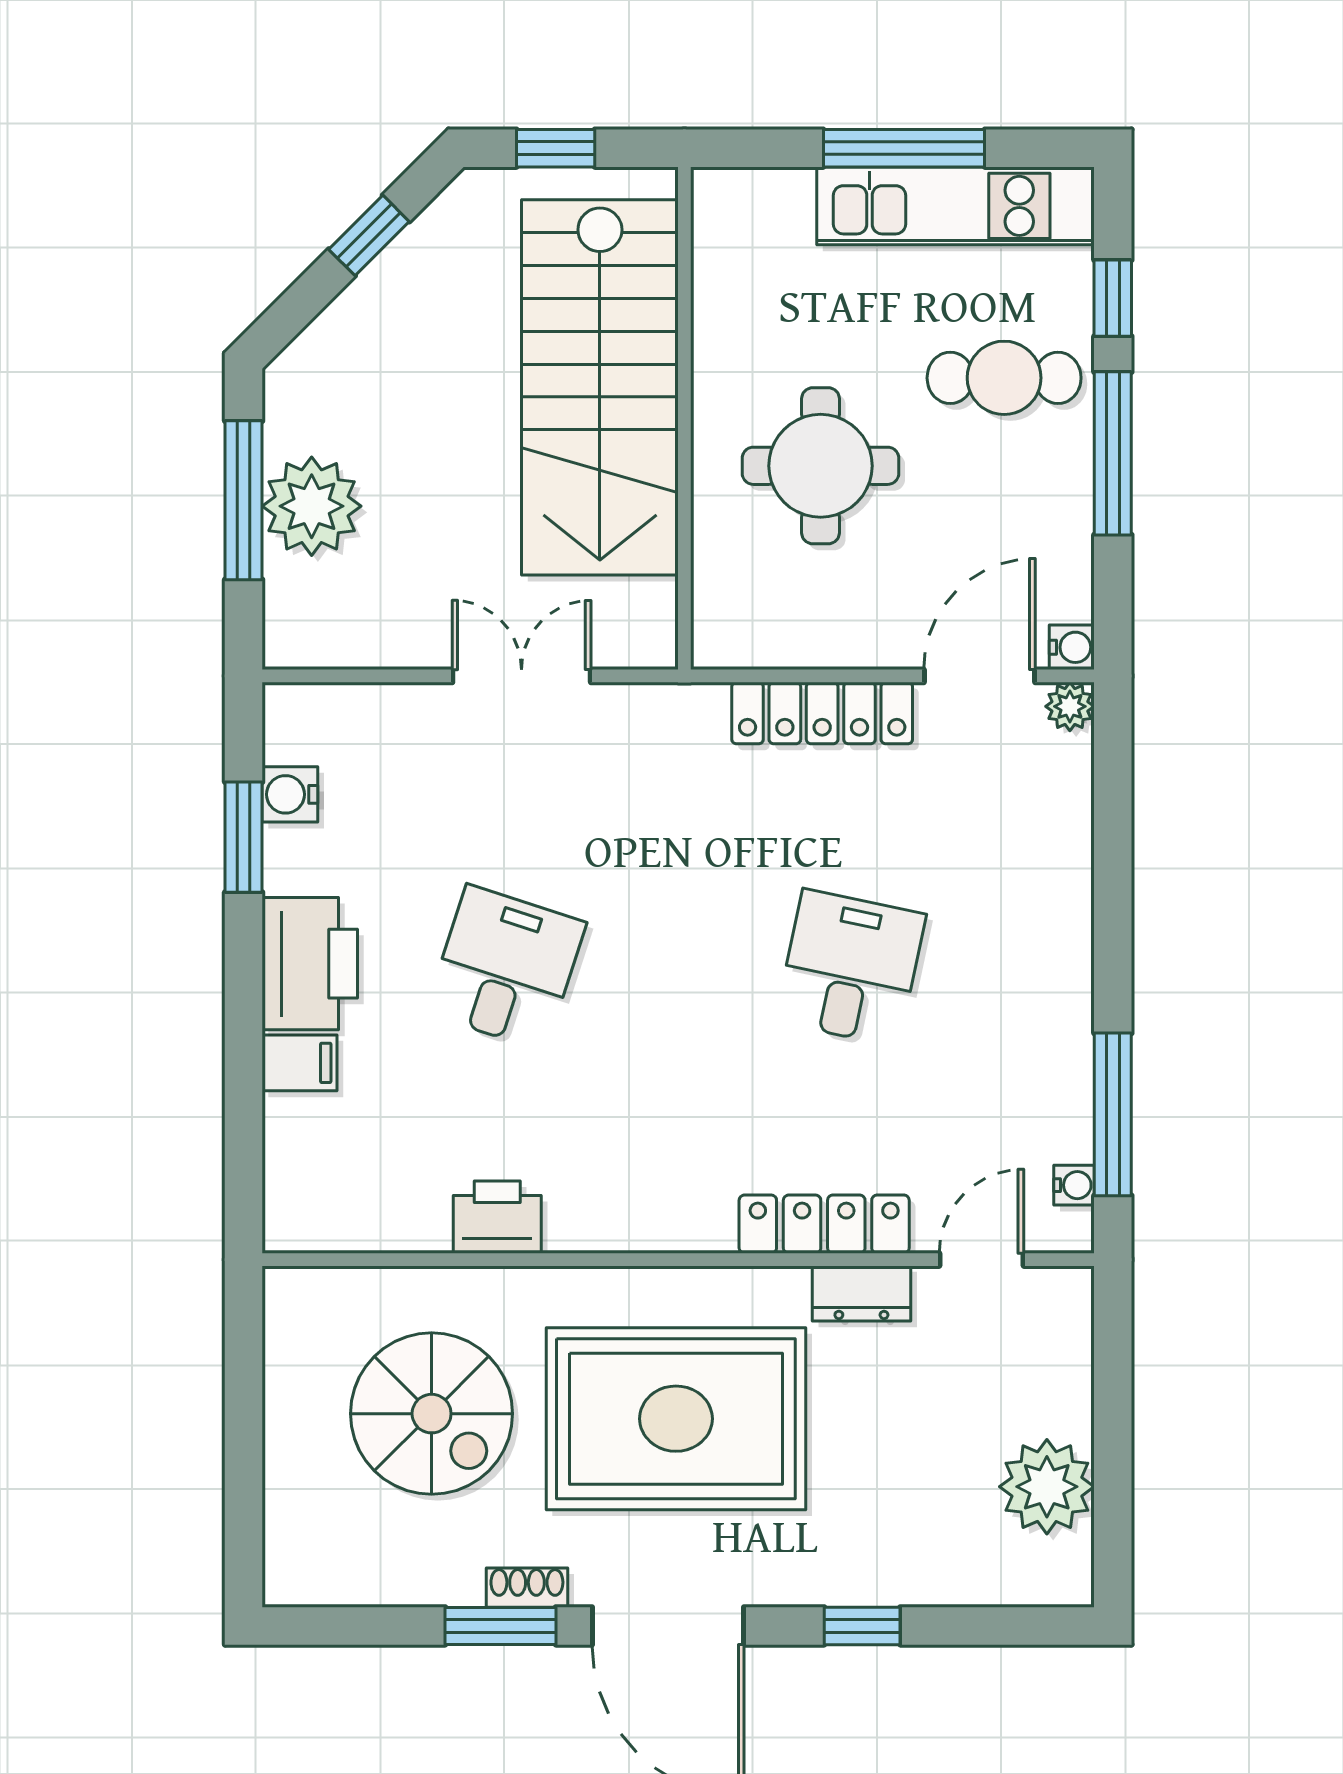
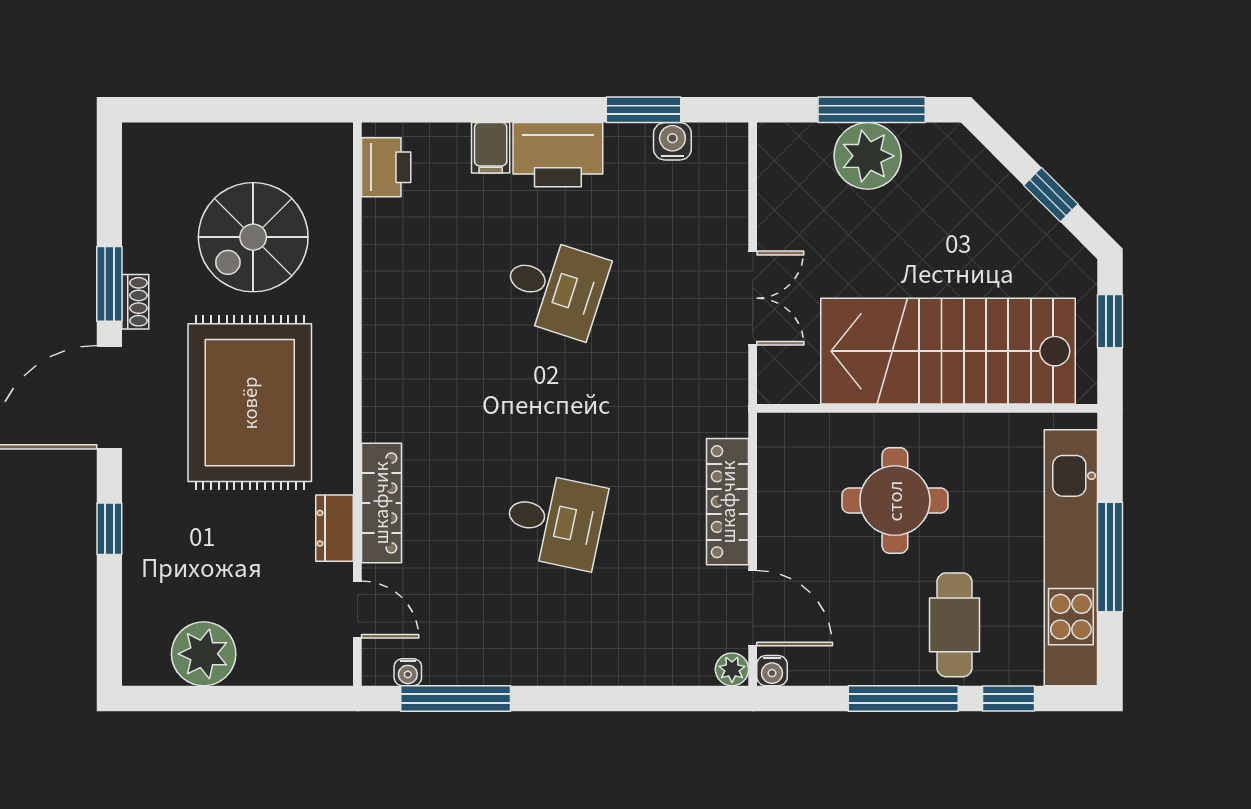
kitchen unit: (955, 206) -> (1071, 558), width x1.36
printer: (497, 1217) -> (386, 167), moved

